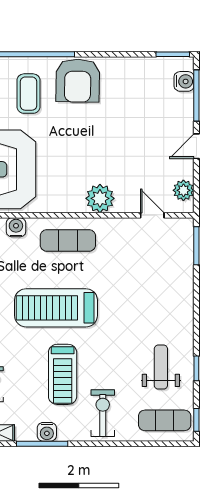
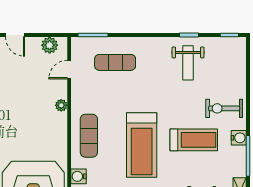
plant: (100, 198) -> (61, 105), width x0.53, depth x0.53
weight bench: (161, 367) -> (188, 63), turned -90
exercise mat: (165, 420) -> (115, 62), moved, turned 90
water cooler: (47, 432) -> (239, 138), moved

